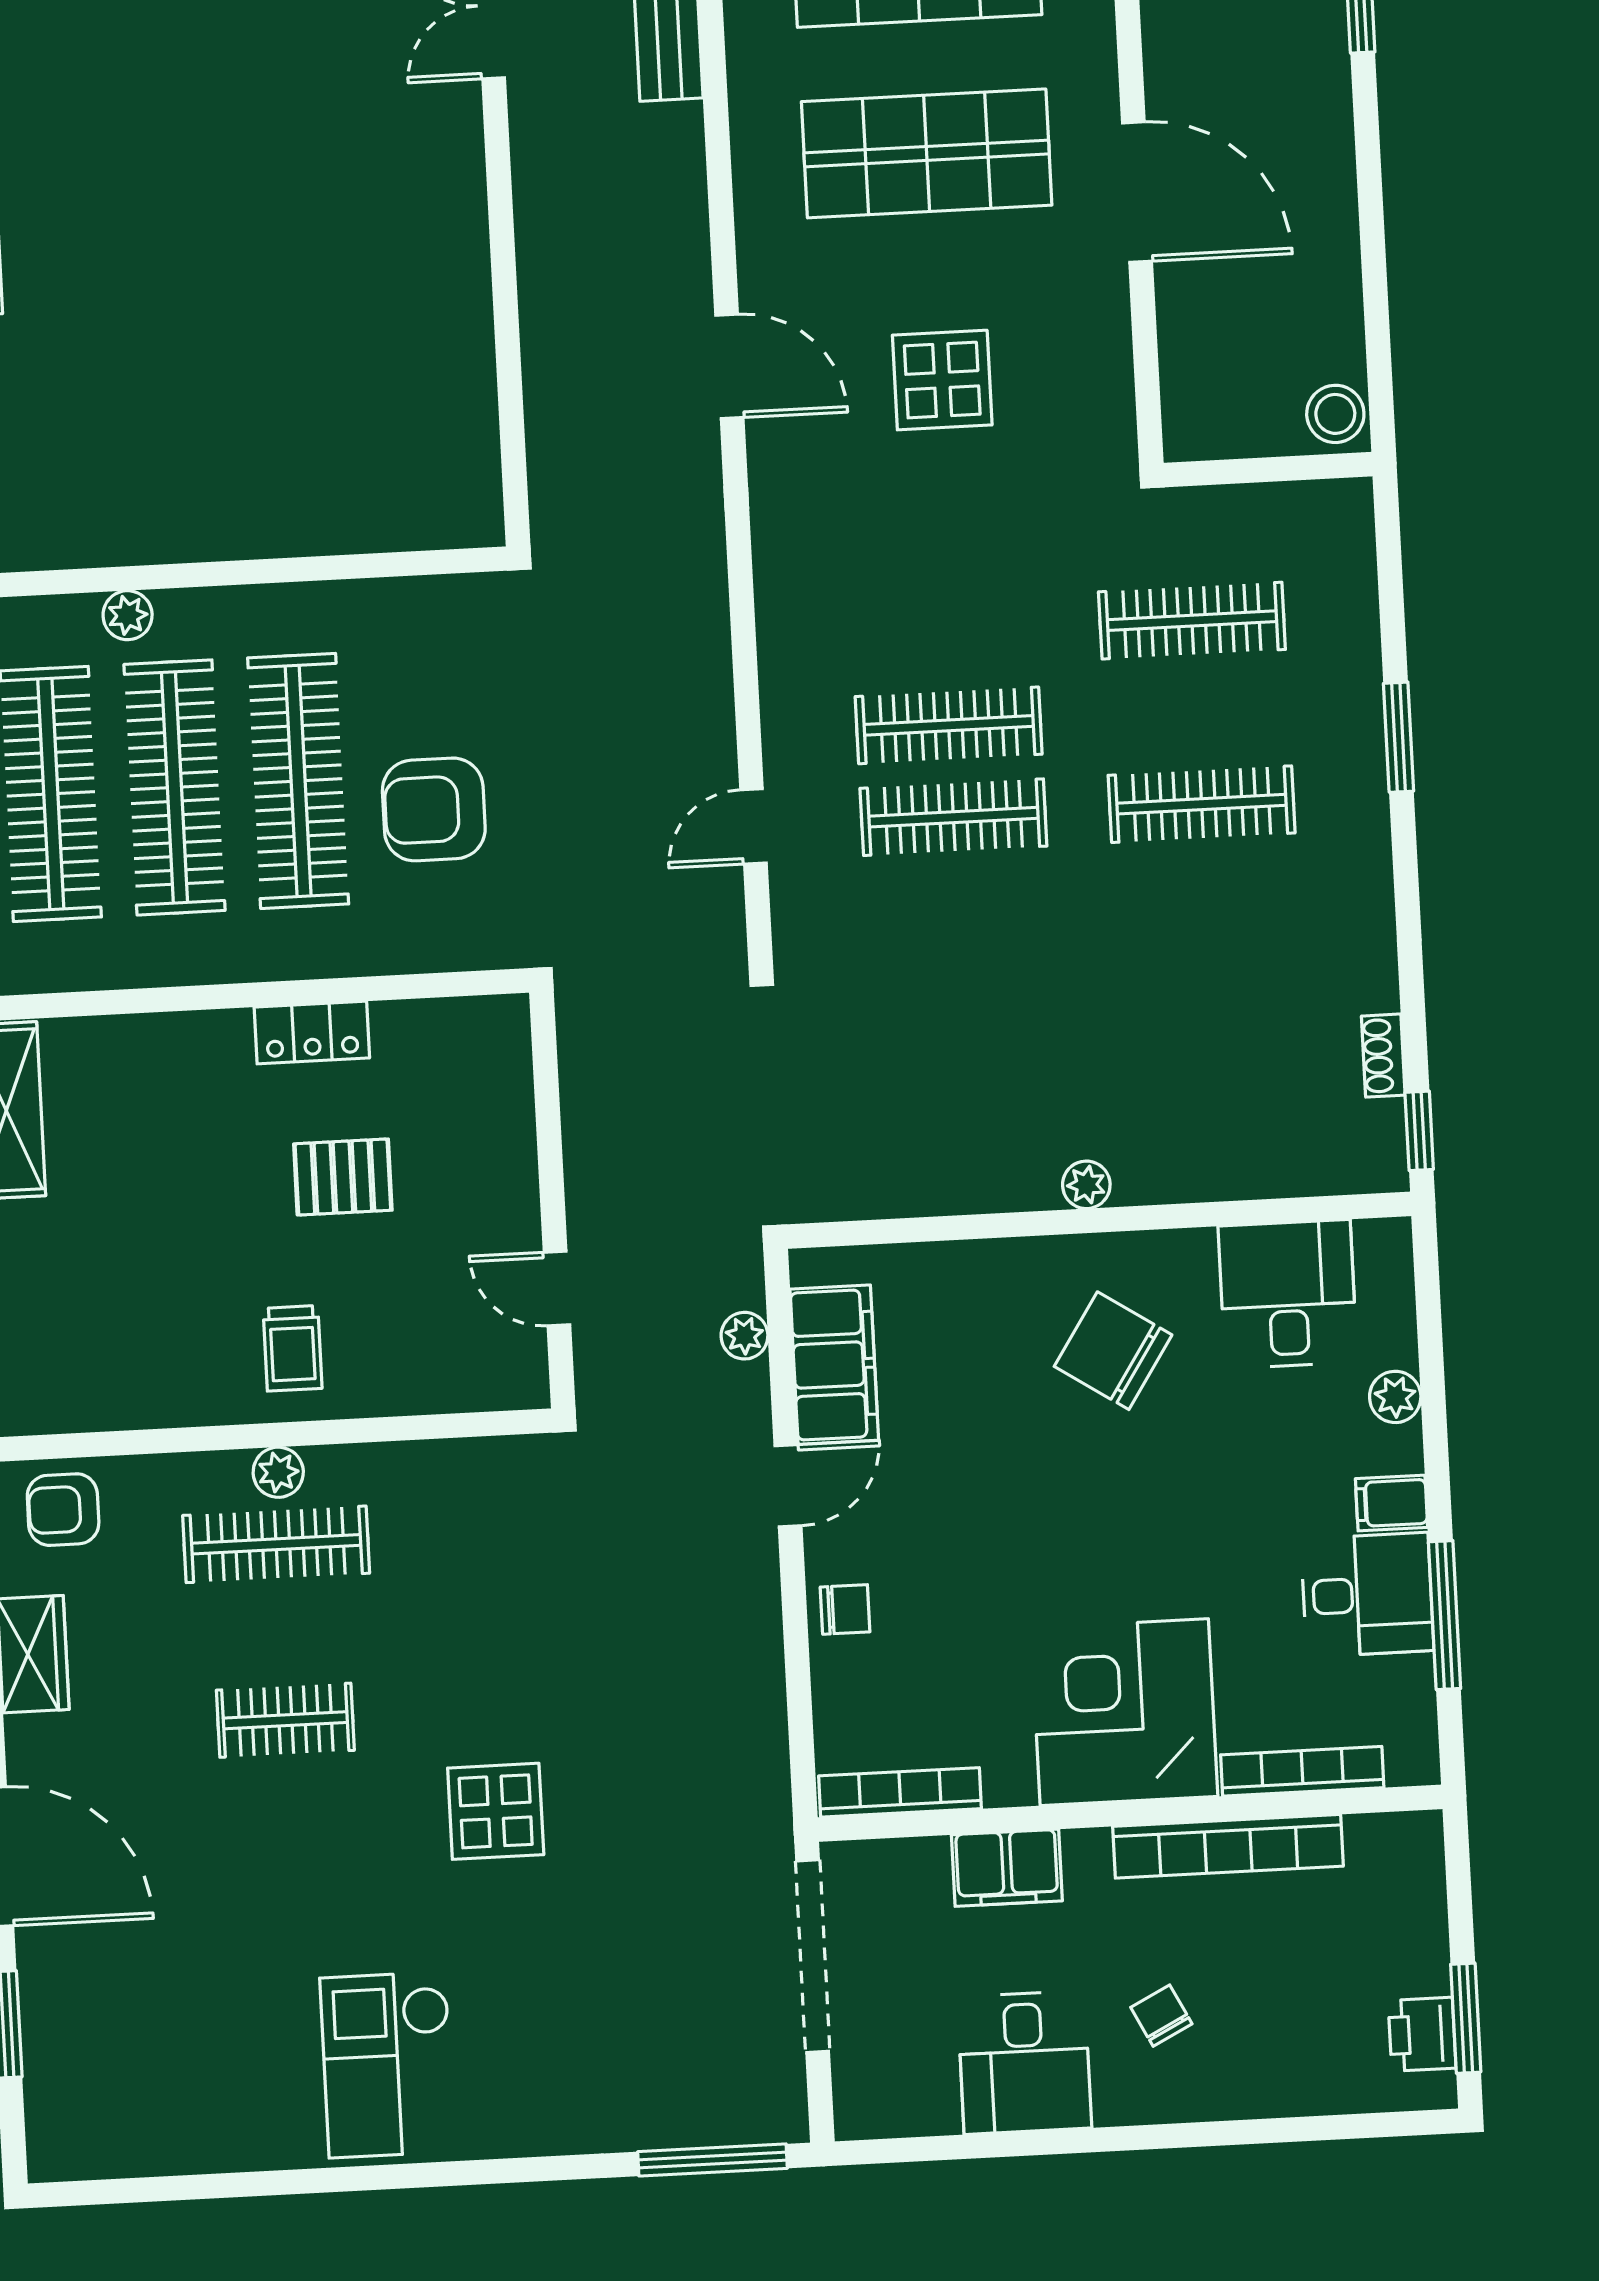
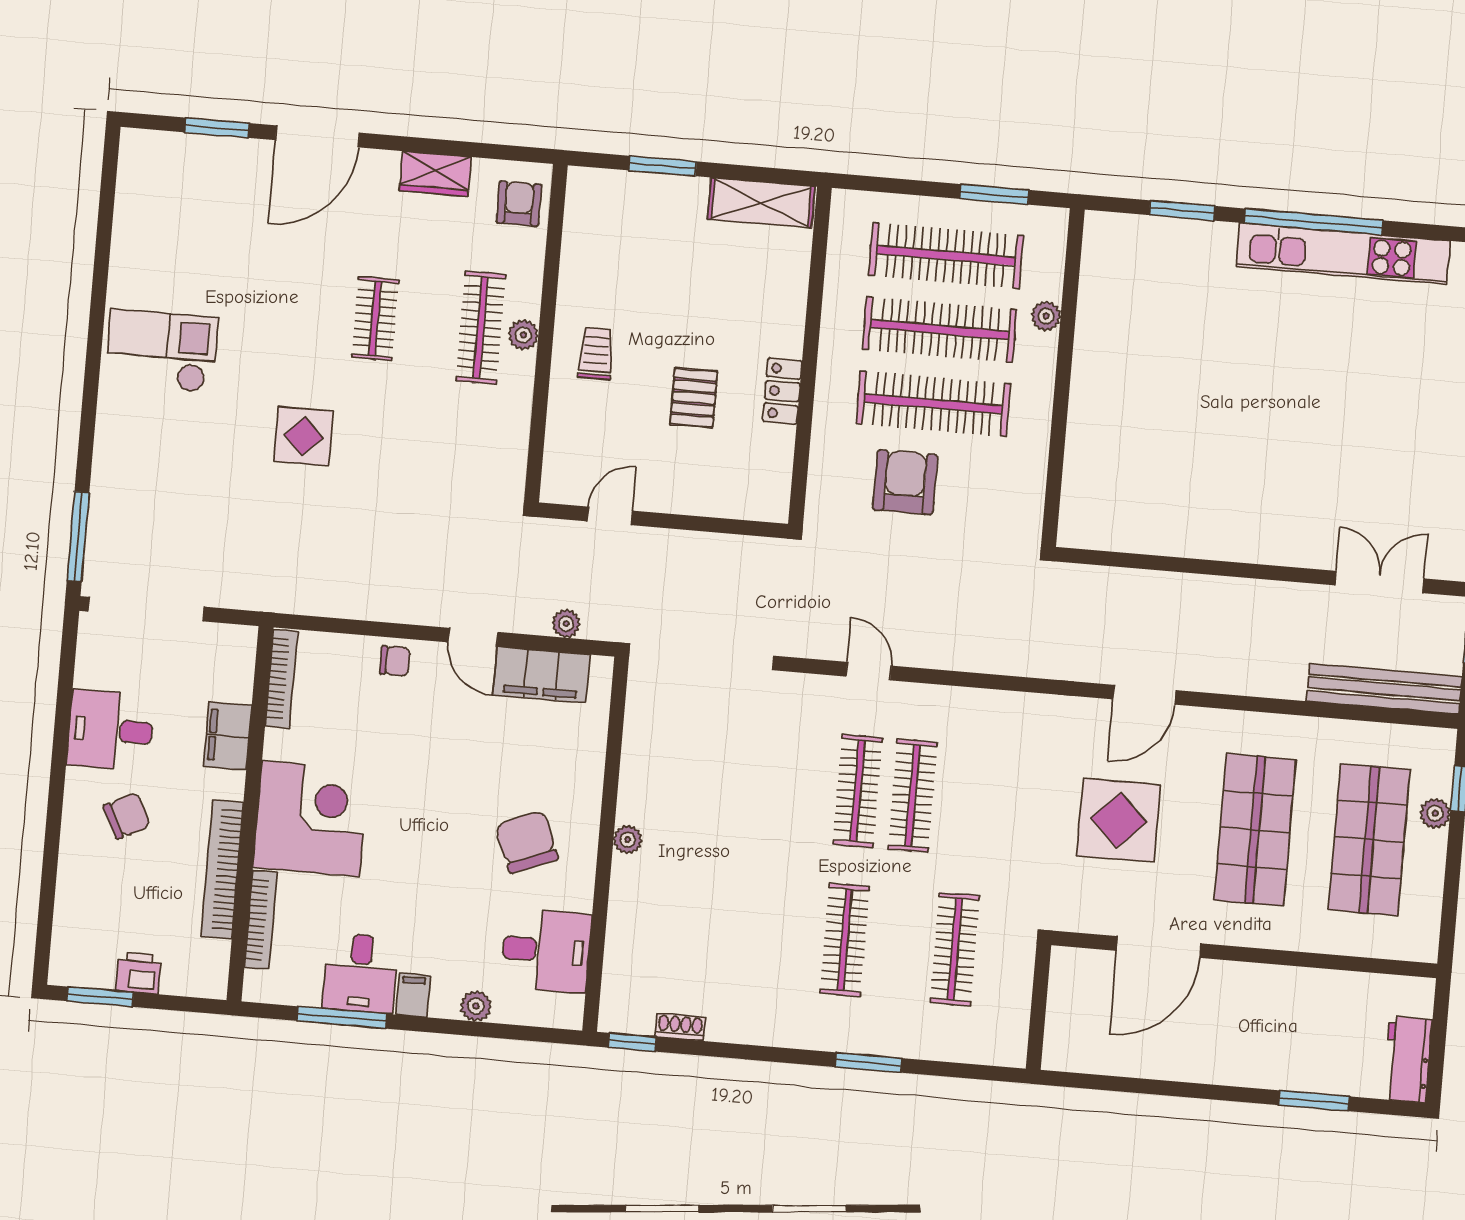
door: (1137, 192) -> (1159, 947), moved
display table: (942, 380) -> (1119, 820), width x1.36, depth x1.36
stool: (1335, 414) -> (1066, 1052), removed
trolley: (293, 1348) -> (596, 354), turned 90
chair: (1113, 1351) -> (527, 842), turned -55
chair: (845, 1609) -> (395, 661), turned -90
doorway: (813, 1956) -> (146, 609), moved
chair: (1161, 2016) -> (127, 816), width x1.37, depth x1.37
printer: (1422, 2034) -> (139, 973), moved

